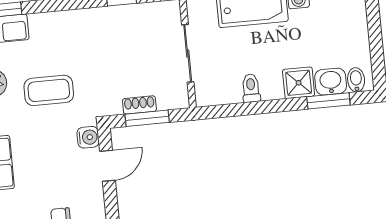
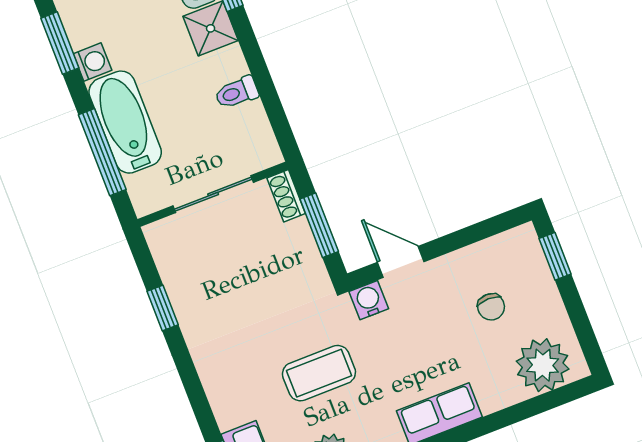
coffee table: (49, 90) -> (319, 373), turned 90
shoe rack: (139, 105) -> (286, 196), moved

